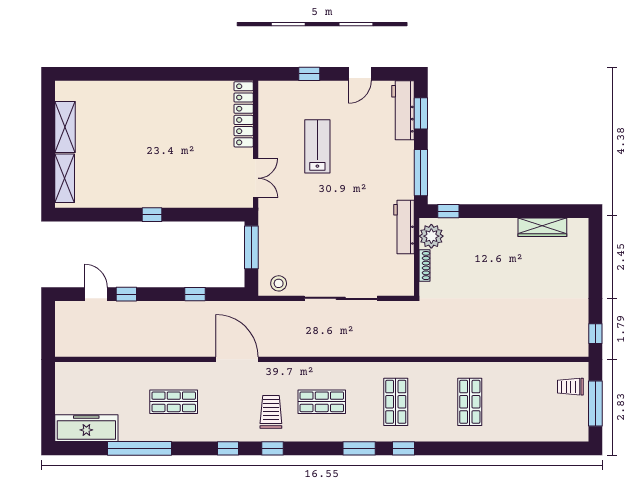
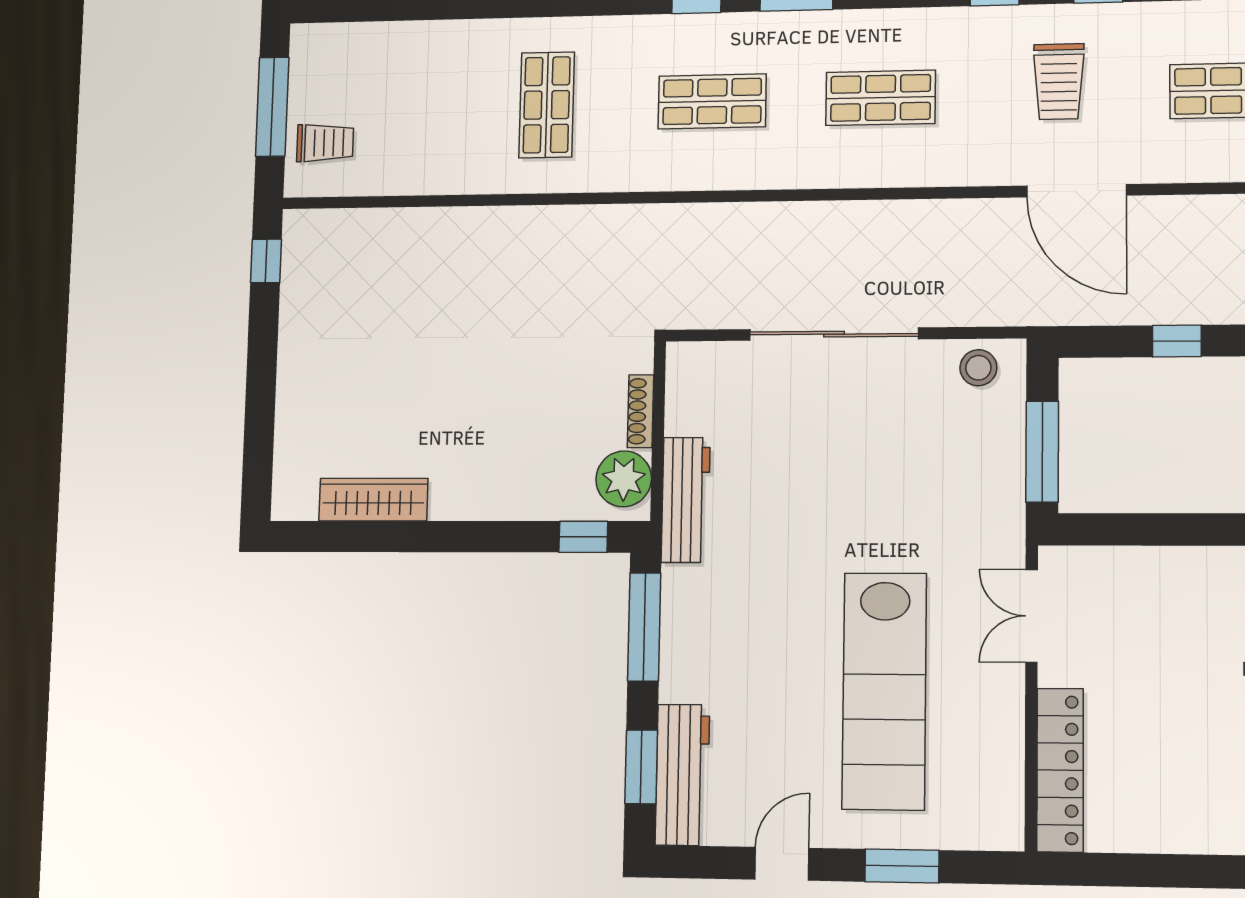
window: (309, 74) -> (902, 866), width x1.50
lab bench: (317, 146) -> (884, 691), width x1.86, depth x1.39
shop shelf: (396, 402) -> (712, 101), turned 90
trolley: (271, 412) -> (1059, 82), moved

